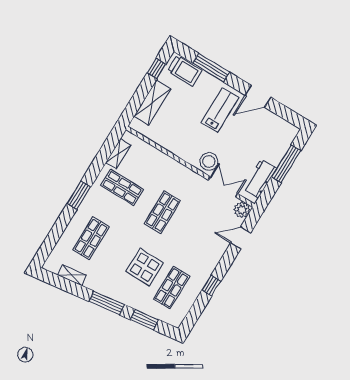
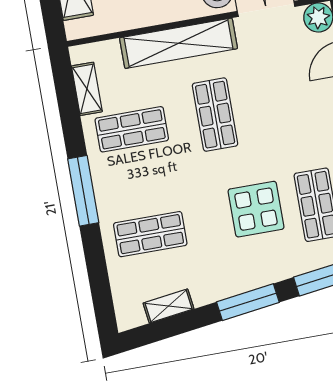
shelving: (174, 169) -> (178, 43), added
window: (79, 195) -> (83, 191), width x1.44
shop shelf: (91, 238) -> (150, 234), turned 90

